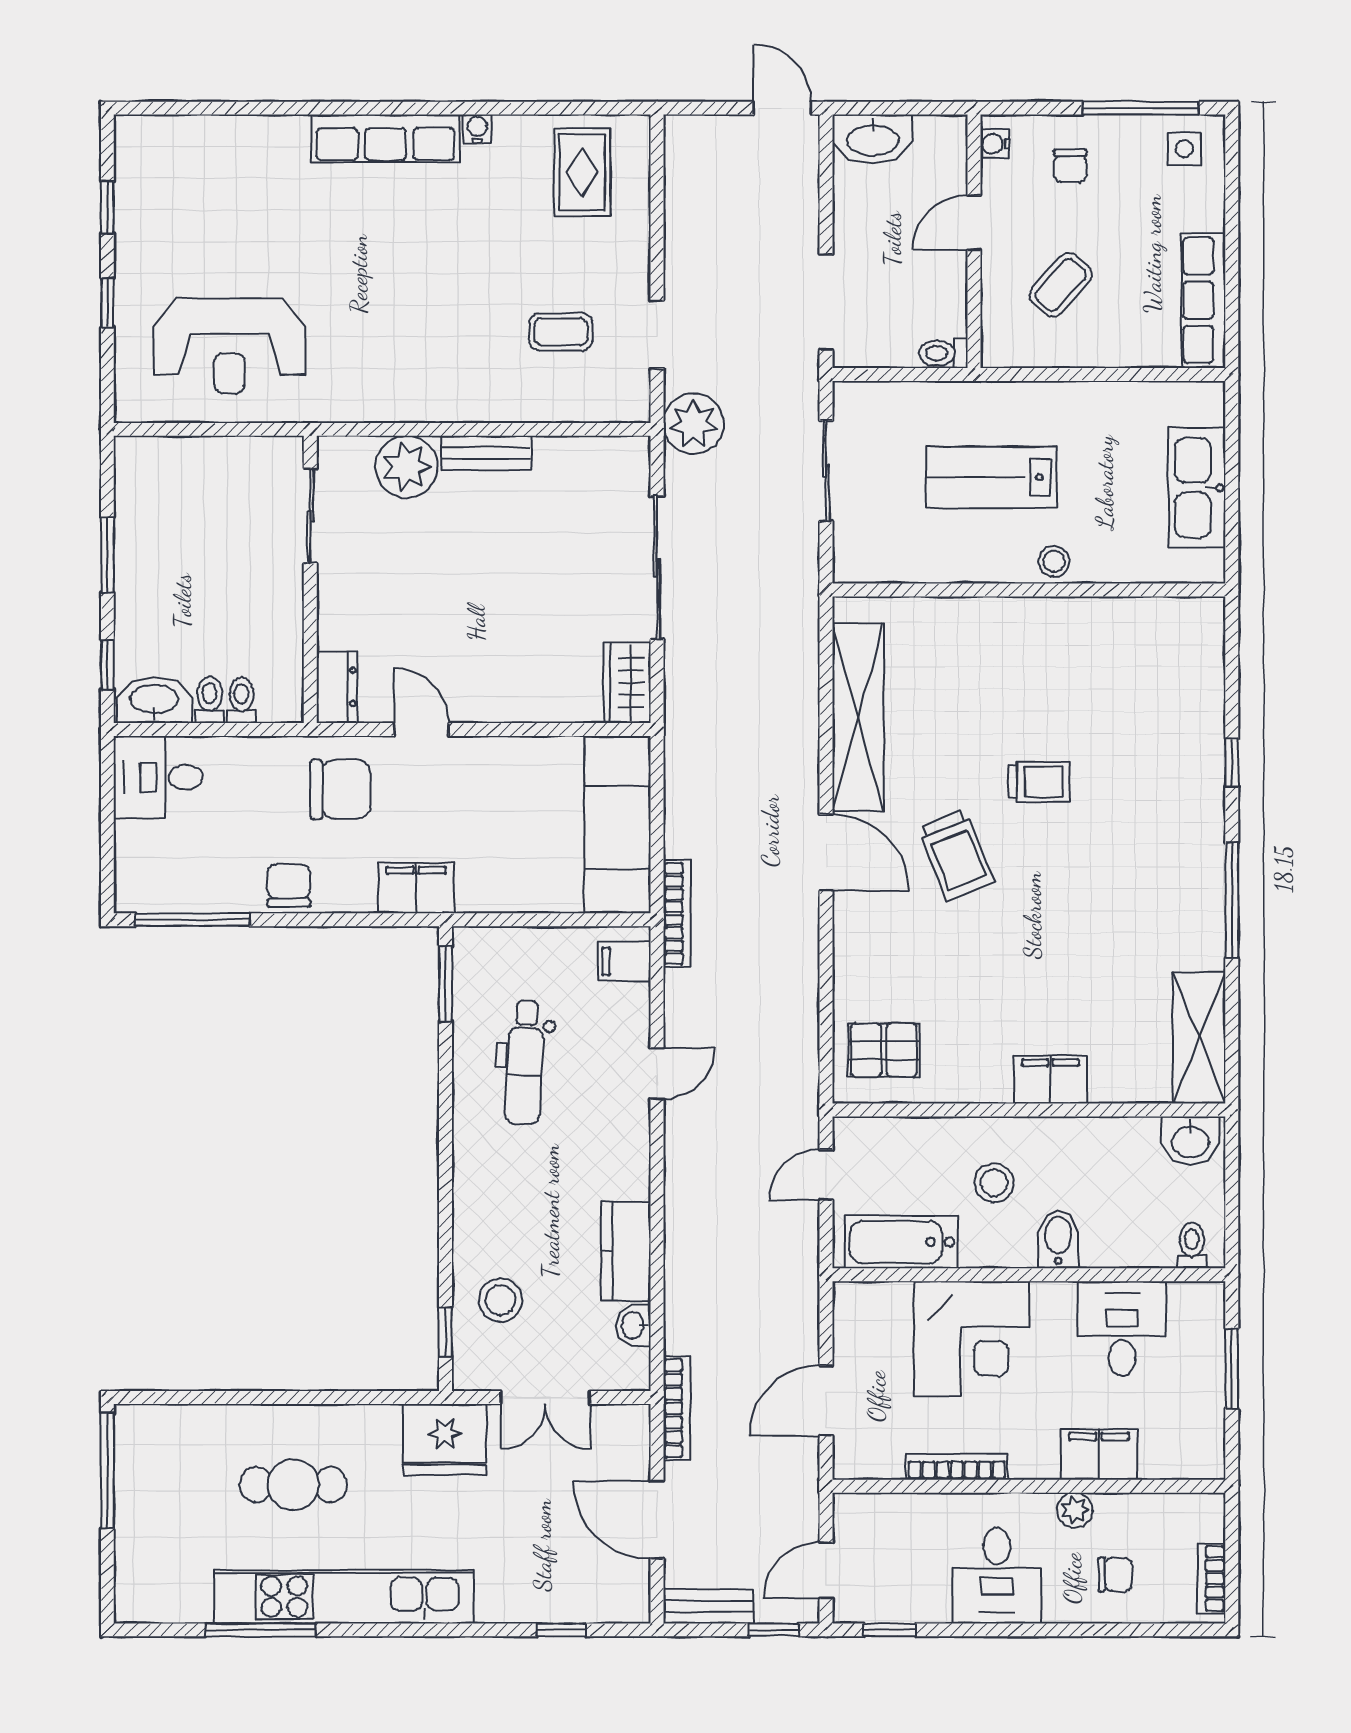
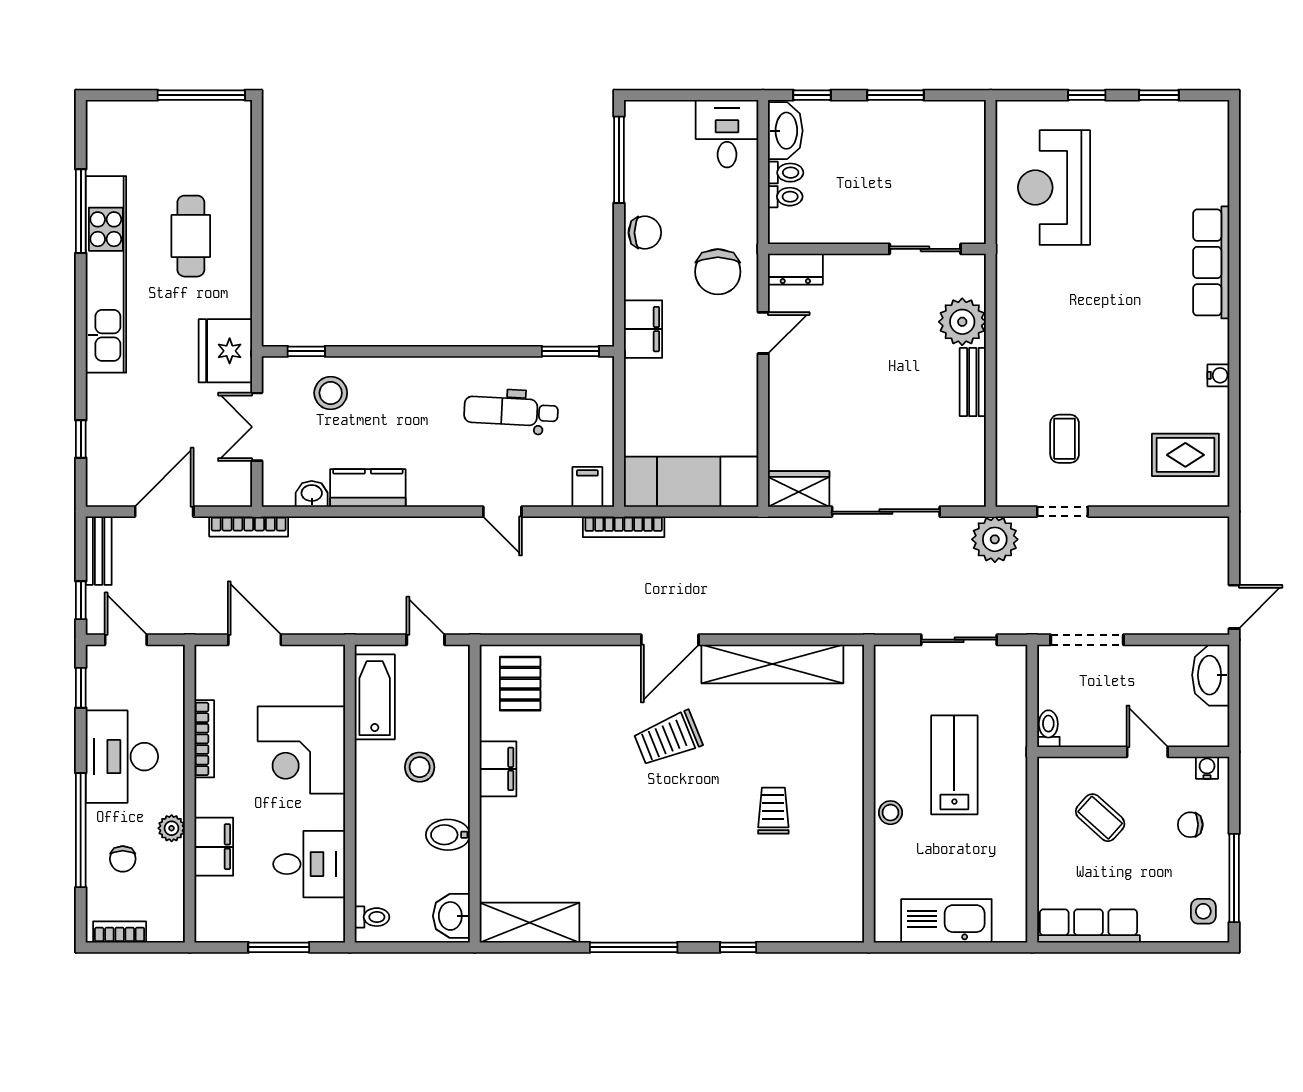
row of seats: (385, 138) -> (1211, 262), moved
trolley: (1039, 782) -> (773, 811), moved, turned 180
filing cabinet: (1050, 1079) -> (498, 769), moved
bidet: (1058, 1239) -> (448, 835), moved, turned 180
desk: (997, 1576) -> (122, 757), width x1.37
window: (1077, 1630) -> (81, 830), added

